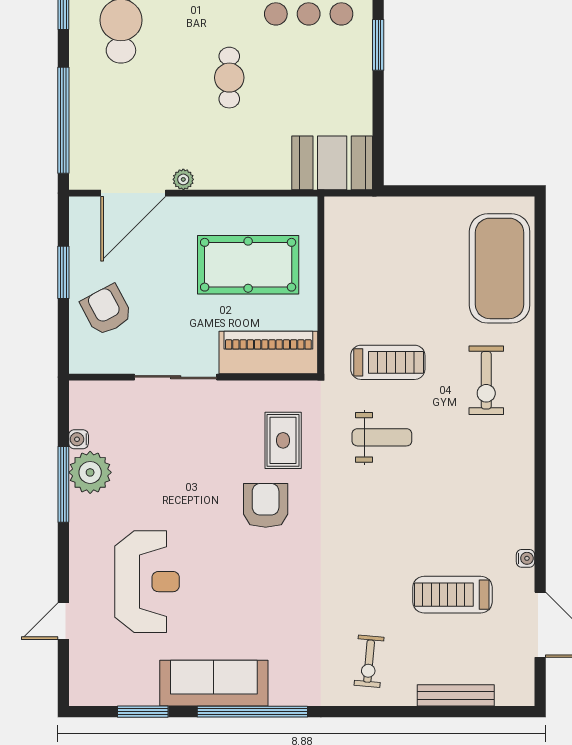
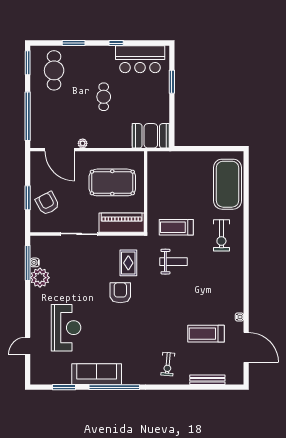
door: (133, 193) -> (60, 150), hinge flipped
window: (63, 272) -> (28, 198), moved
treadmill: (388, 362) -> (176, 227), turned 180
window: (63, 484) -> (28, 263), moved

